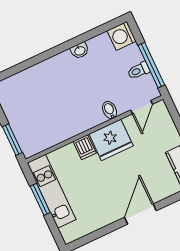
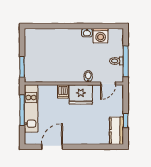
washing machine: (122, 36) -> (101, 36), moved, turned -90
window: (40, 199) -> (22, 110), width x1.44
door: (140, 214) -> (52, 147), moved

